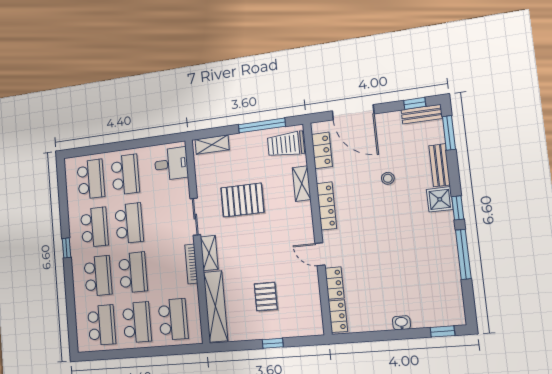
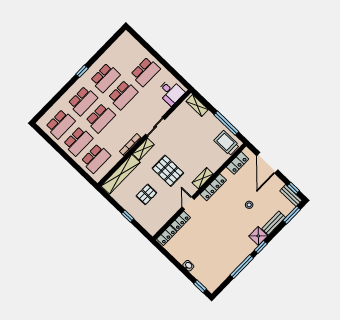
school desk: (91, 179) -> (128, 55), removed
shelving: (302, 184) -> (203, 178), moved
pallet: (242, 200) -> (168, 171), moved

